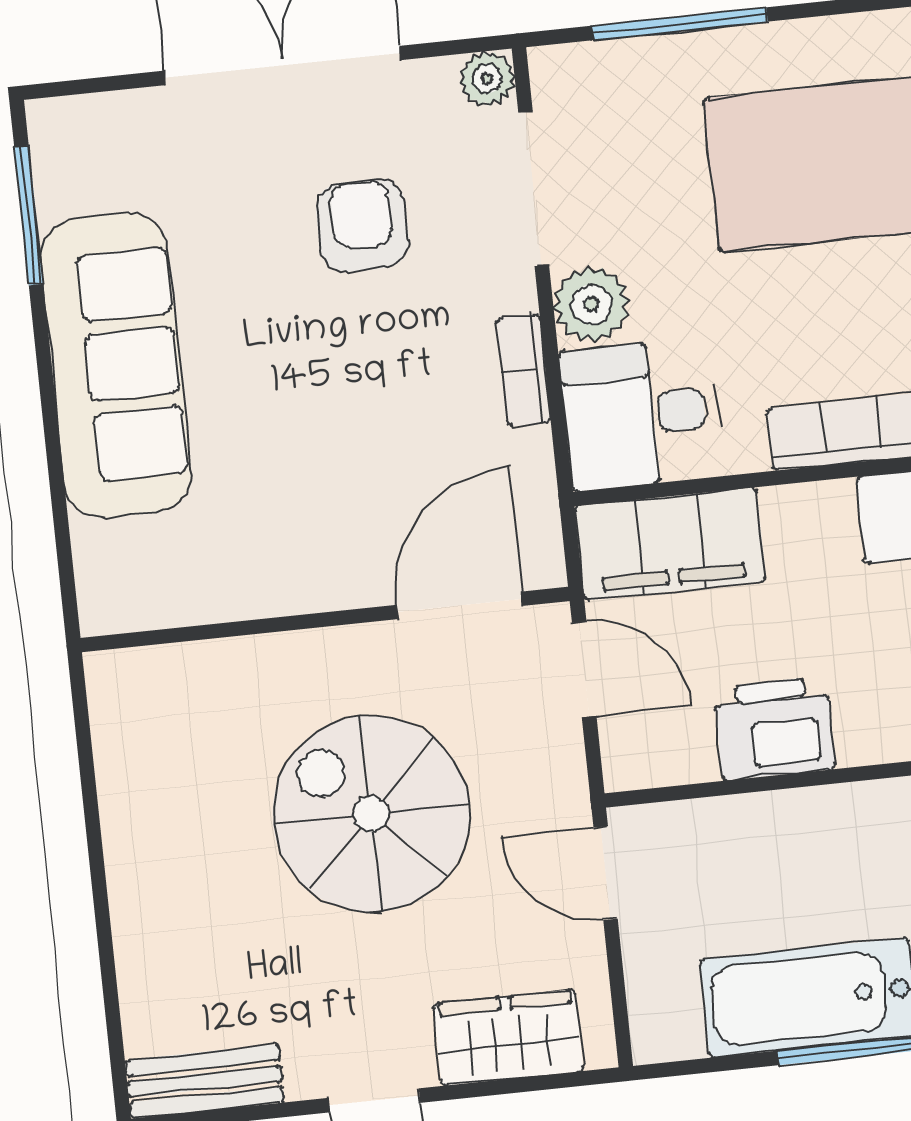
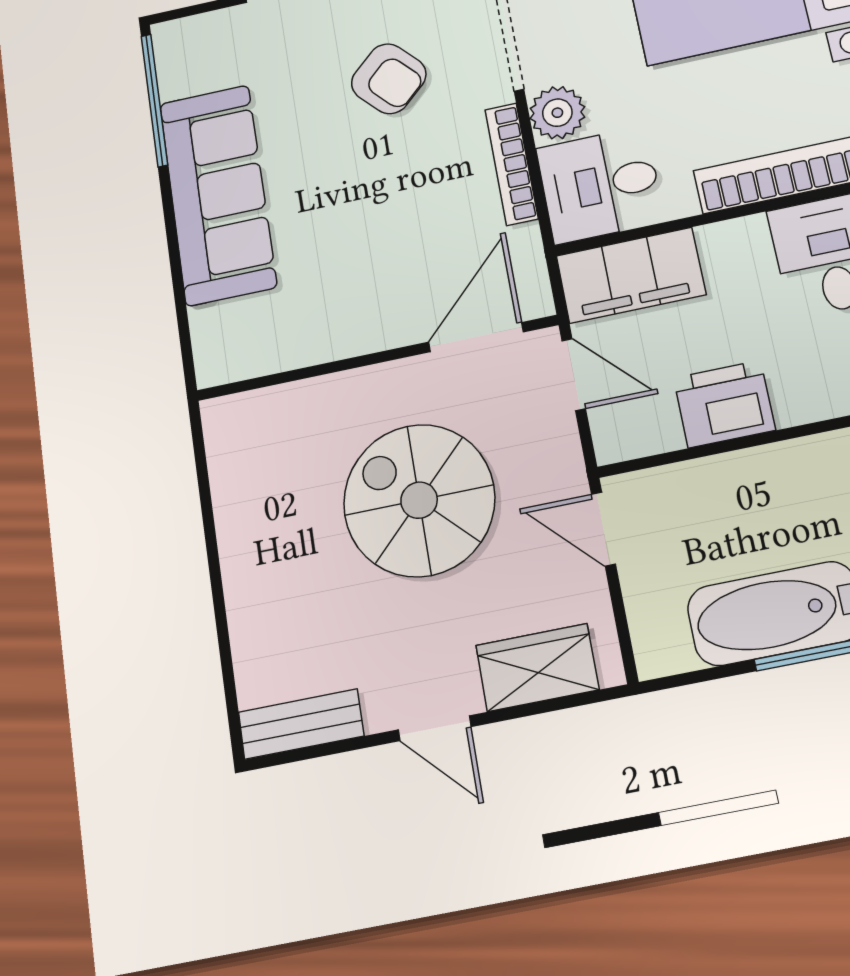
window: (29, 215) -> (154, 100), width x1.44
armchair: (363, 225) -> (389, 79), turned 137
bookcase: (524, 370) -> (511, 164), width x1.56

